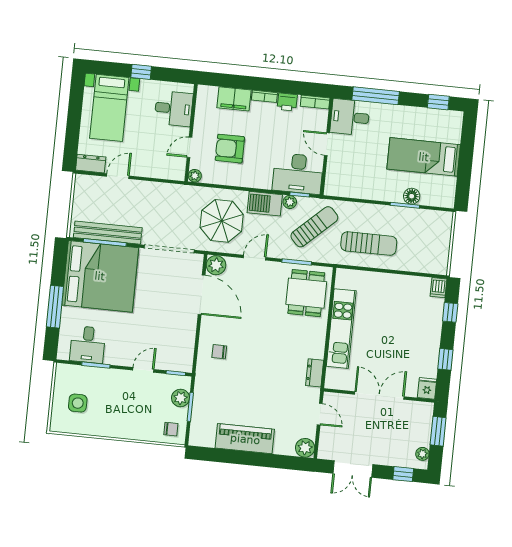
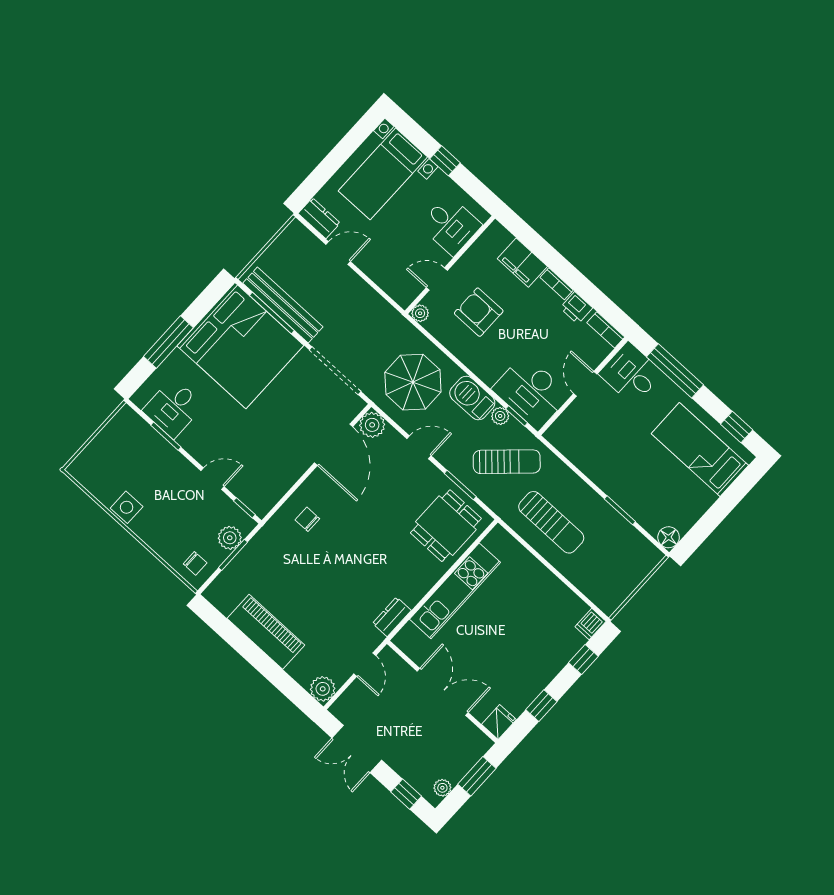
bed: (424, 157) -> (700, 449), moved
floor lamp: (412, 196) -> (669, 537), moved
side table: (78, 403) -> (127, 507), moved

